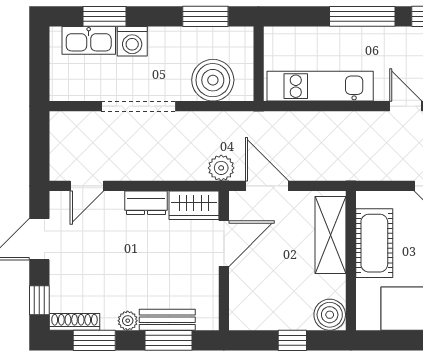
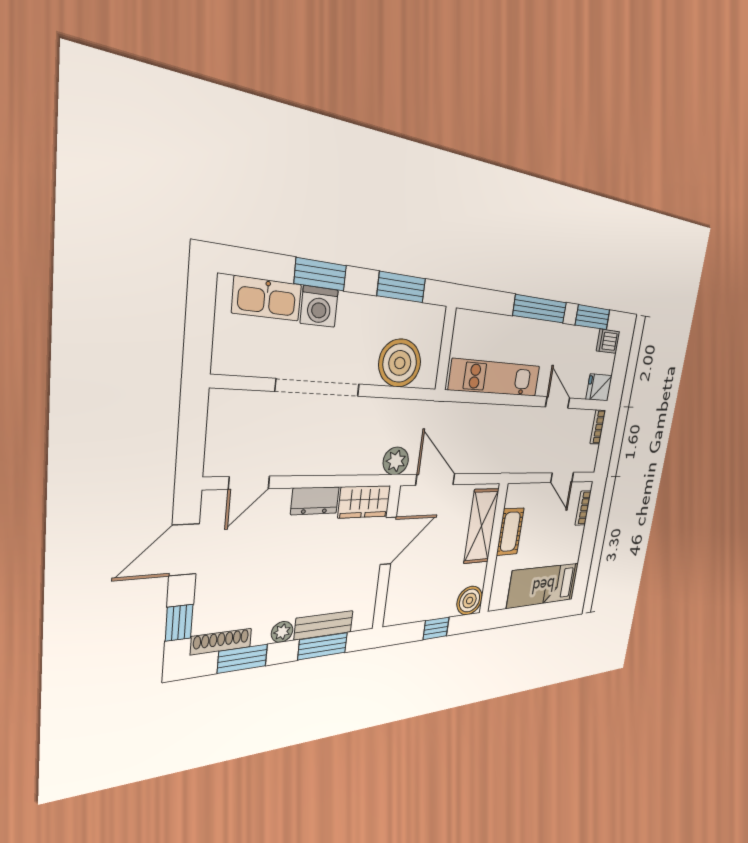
window: (105, 16) -> (320, 274), moved
cot: (374, 243) -> (510, 532), width x0.73, depth x0.75

